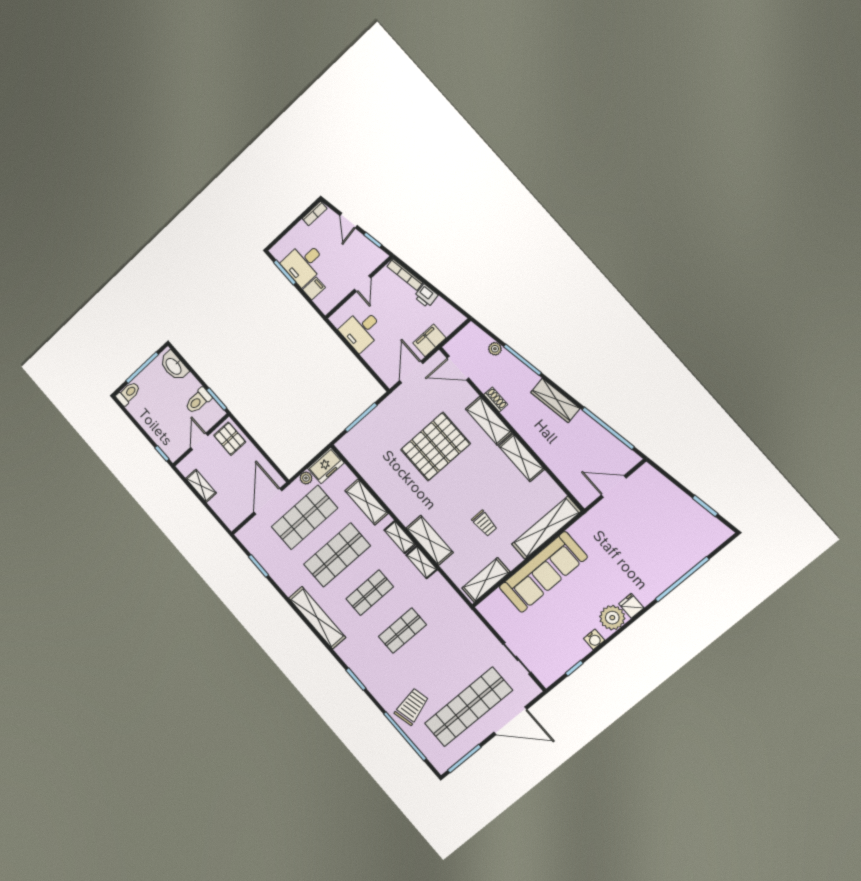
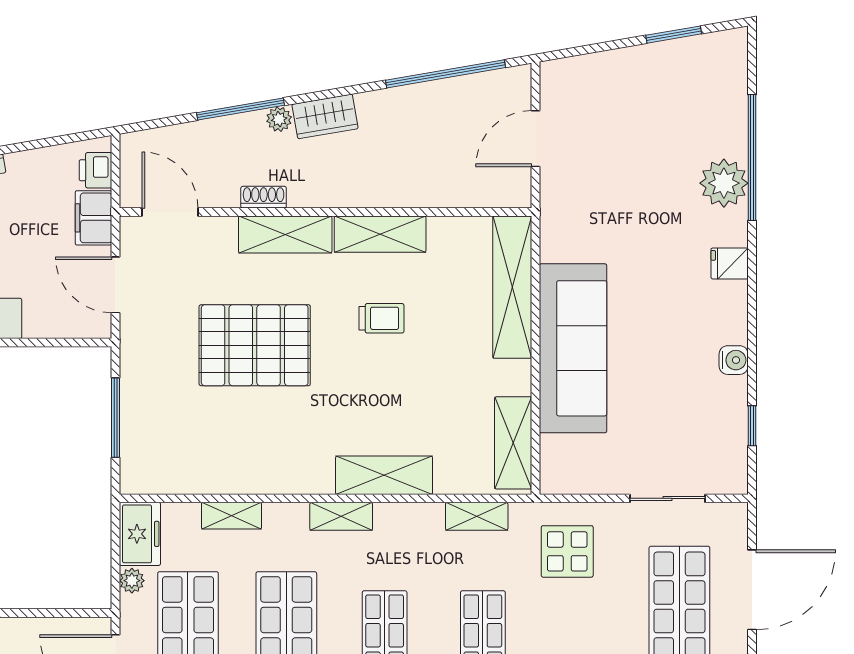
printer: (426, 296) -> (95, 170), moved, turned 100
plant: (495, 349) -> (279, 119), moved
door: (458, 368) -> (170, 212), swing flipped
wardrobe: (555, 401) -> (325, 116), width x0.67
pallet: (435, 447) -> (255, 345), turned 90
shelving: (366, 502) -> (231, 516), width x0.67, depth x0.75
trolley: (484, 523) -> (381, 318), moved
shelving: (422, 562) -> (477, 516), moved
plant: (612, 618) -> (724, 183), moved
display table: (463, 636) -> (567, 551), added

